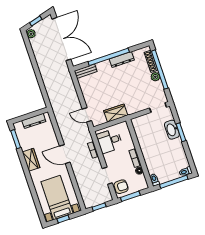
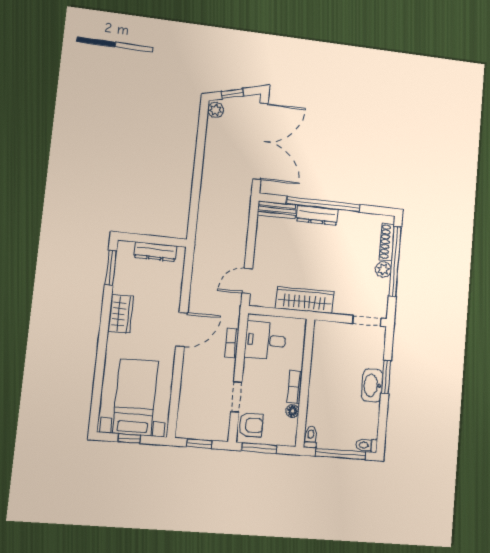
dresser: (122, 60) -> (317, 215), moved
wardrobe: (116, 113) -> (305, 300), width x1.50
door: (87, 115) -> (247, 281), hinge flipped
washbasin: (172, 130) -> (372, 385), moved
door: (65, 154) -> (182, 330), swing flipped

